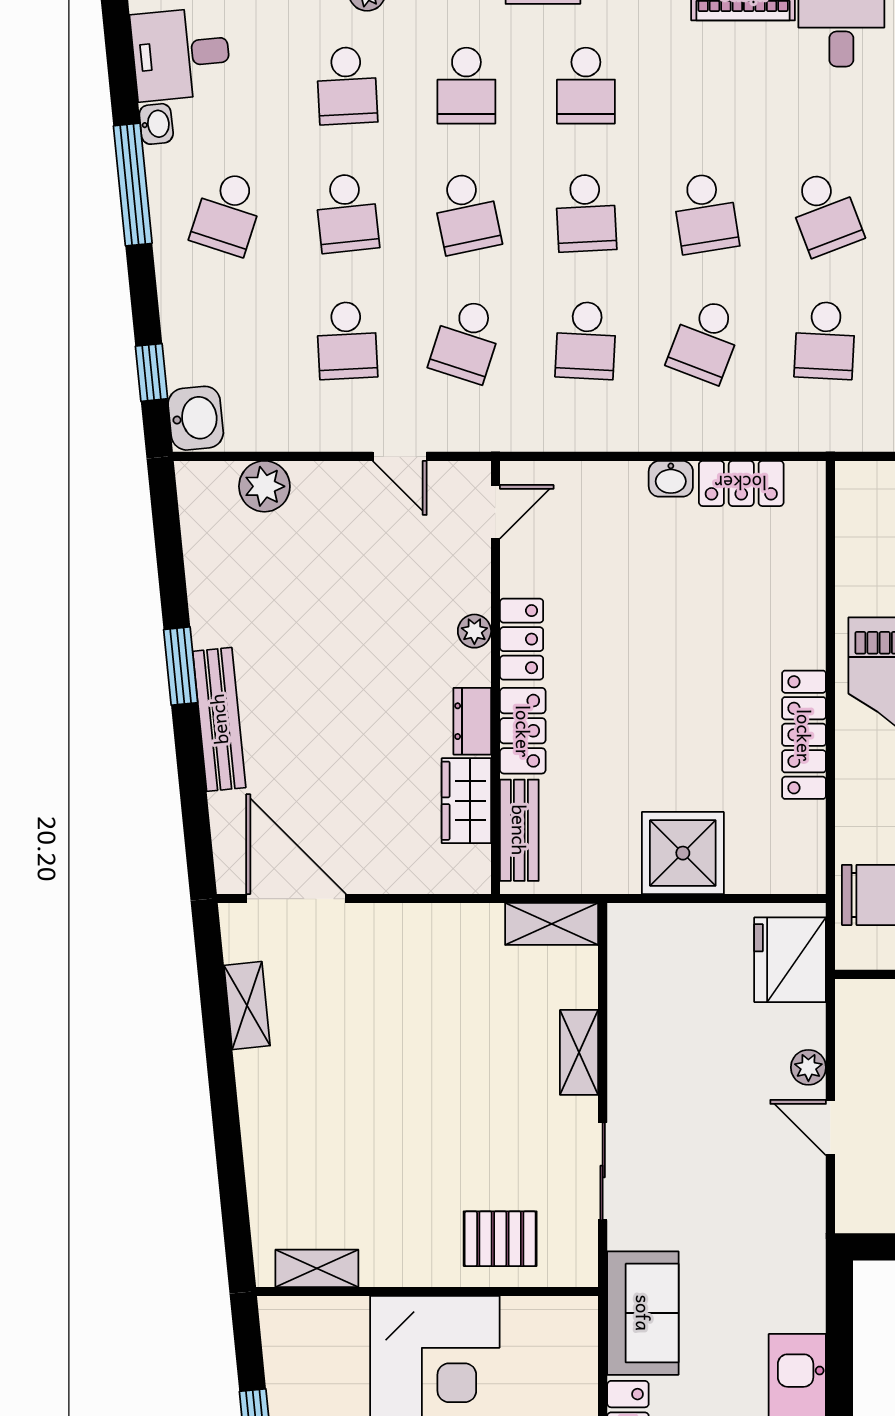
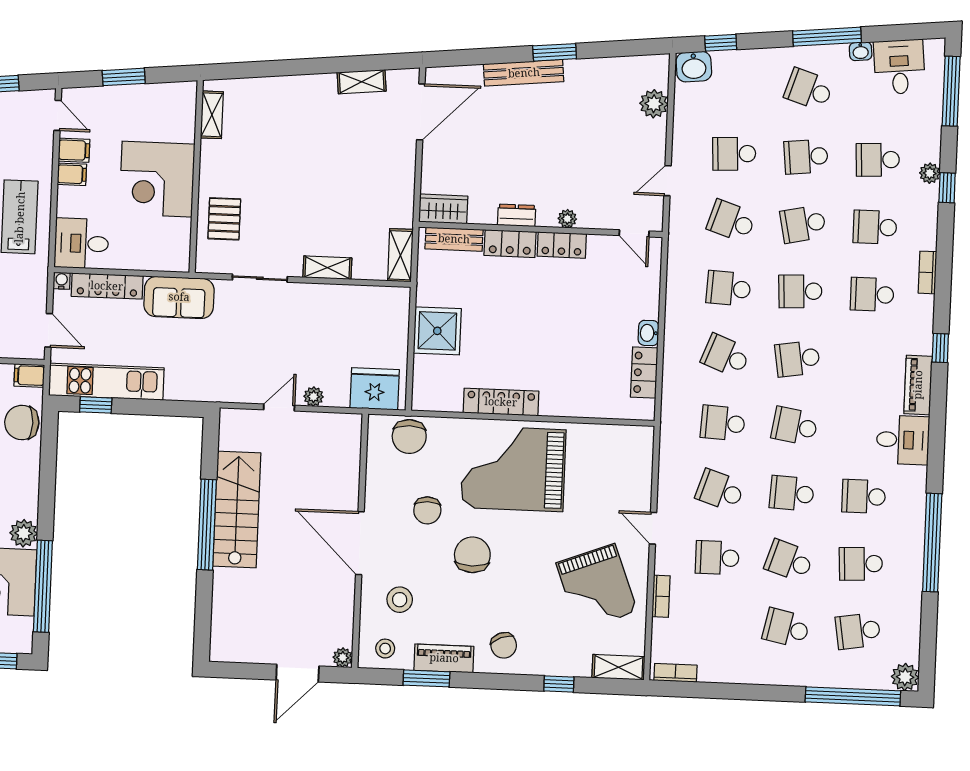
school desk: (825, 213) -> (795, 426), turned 30
wardrobe: (466, 801) -> (443, 209), moved

